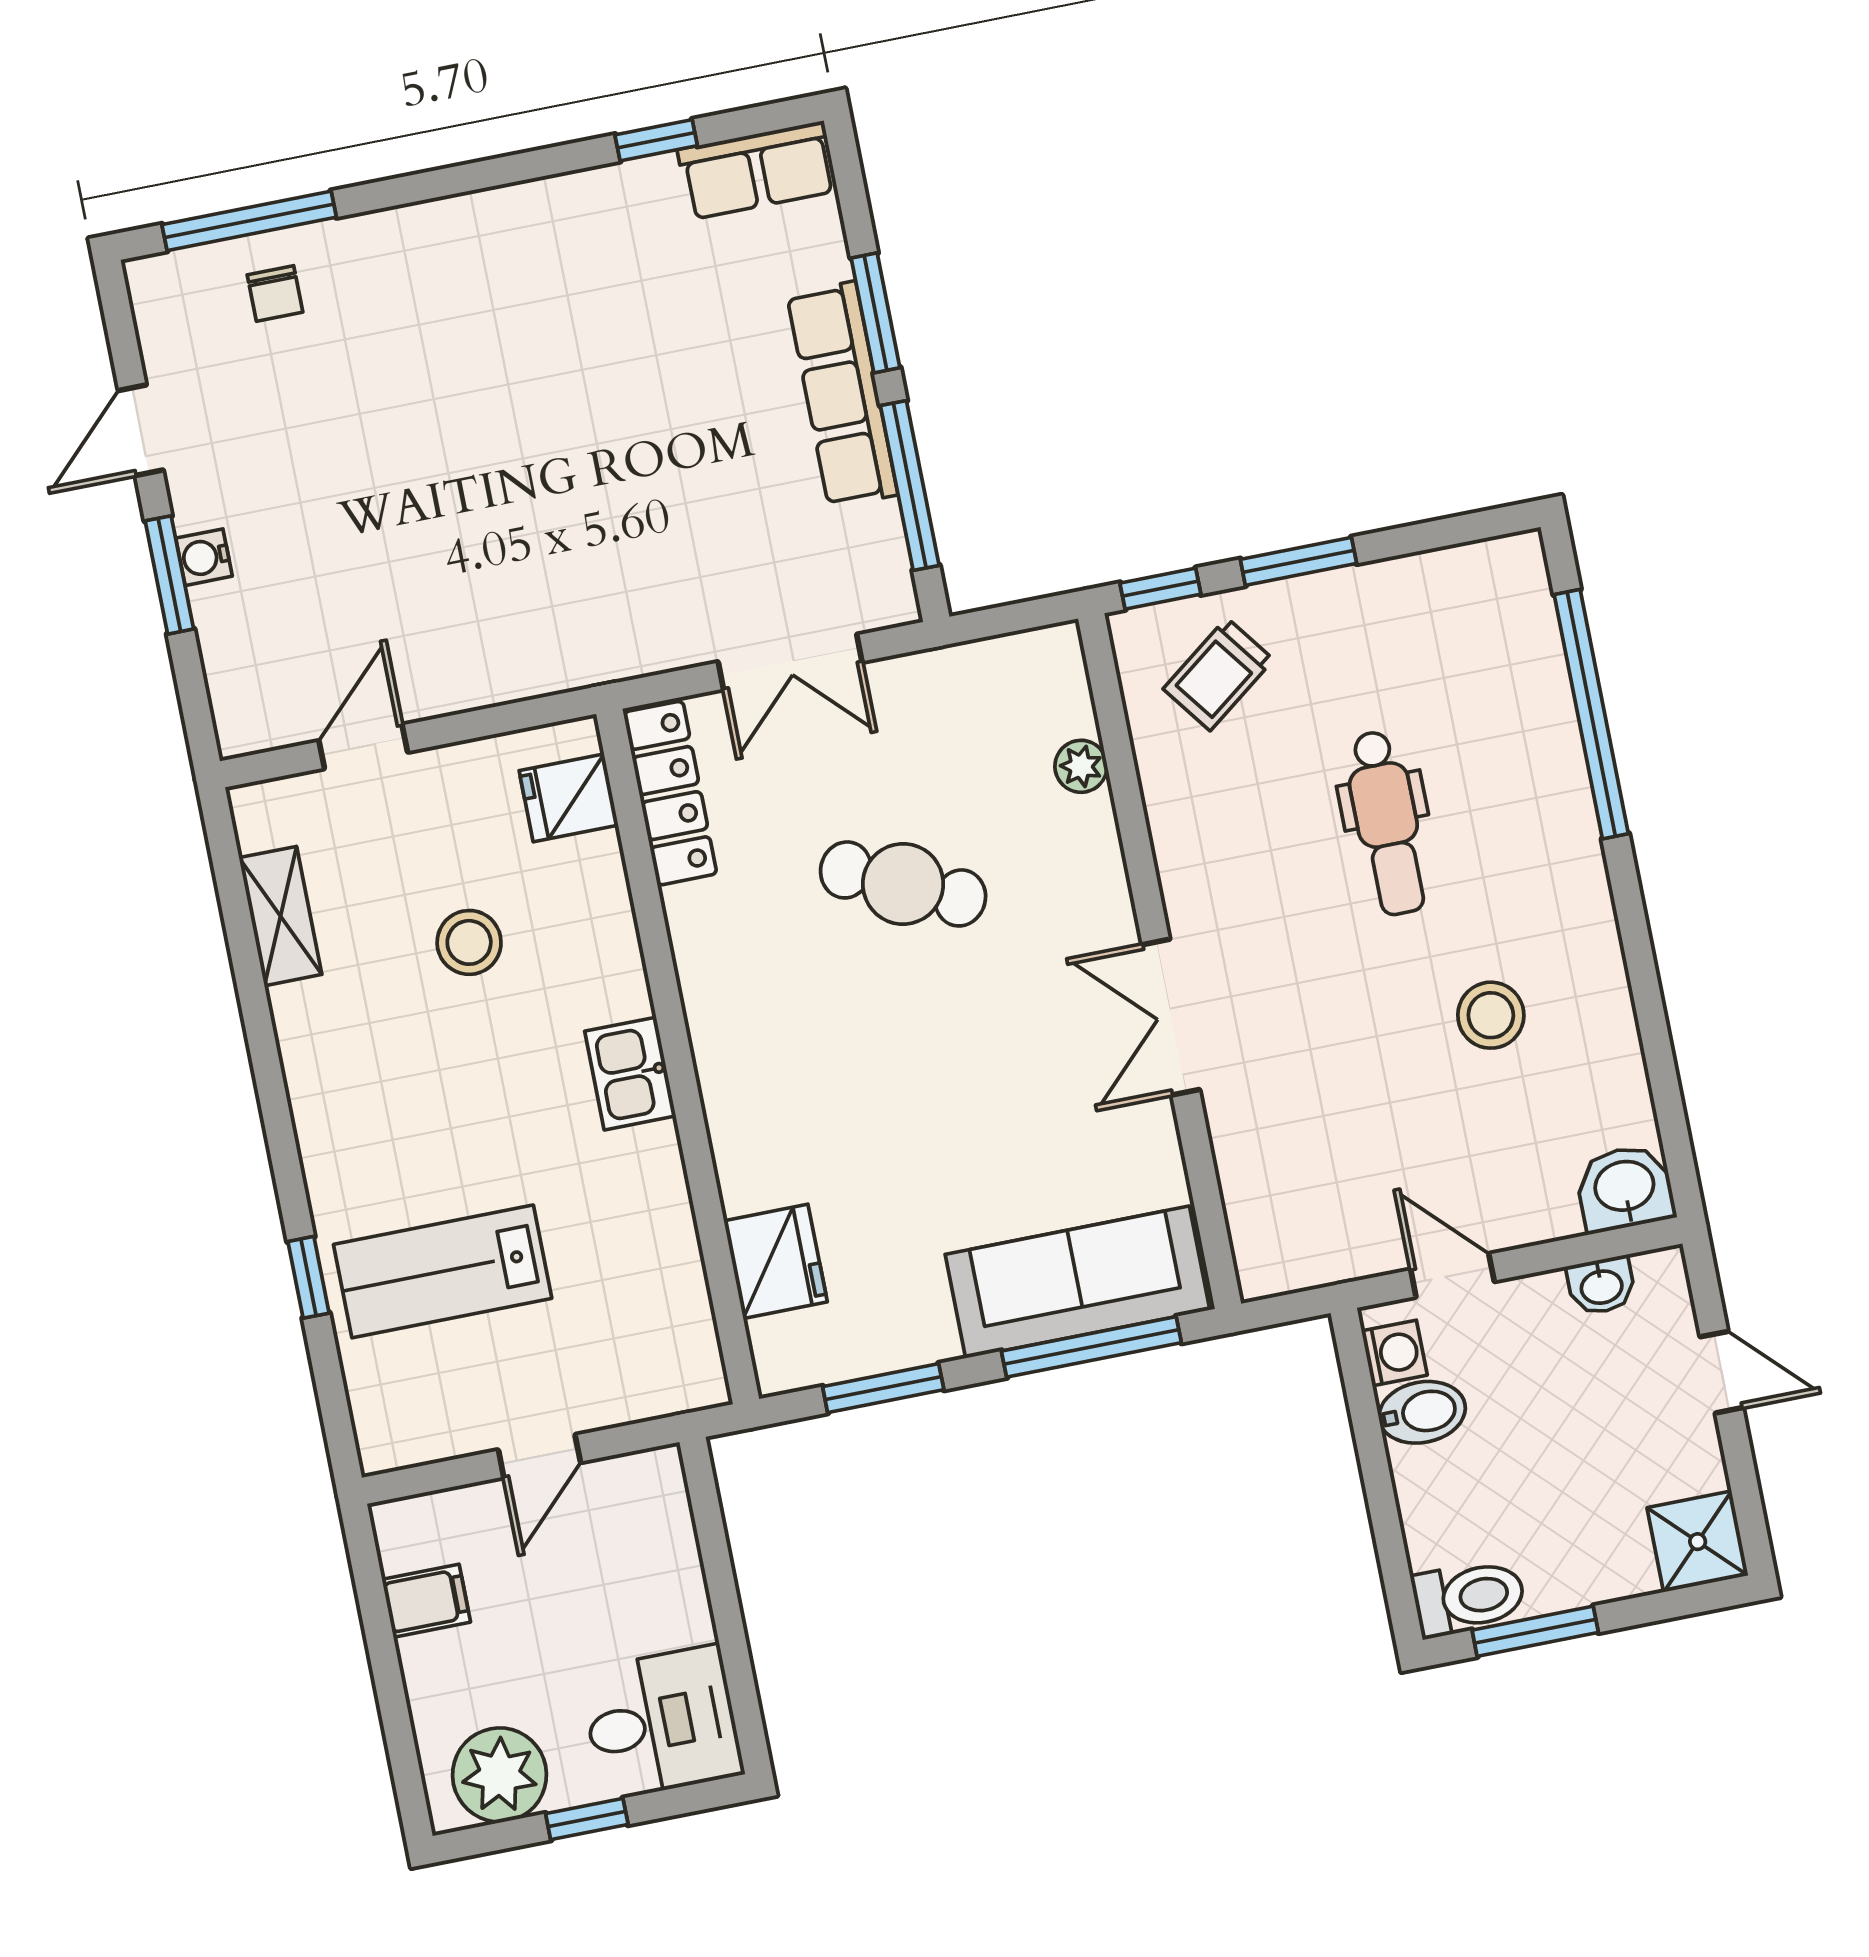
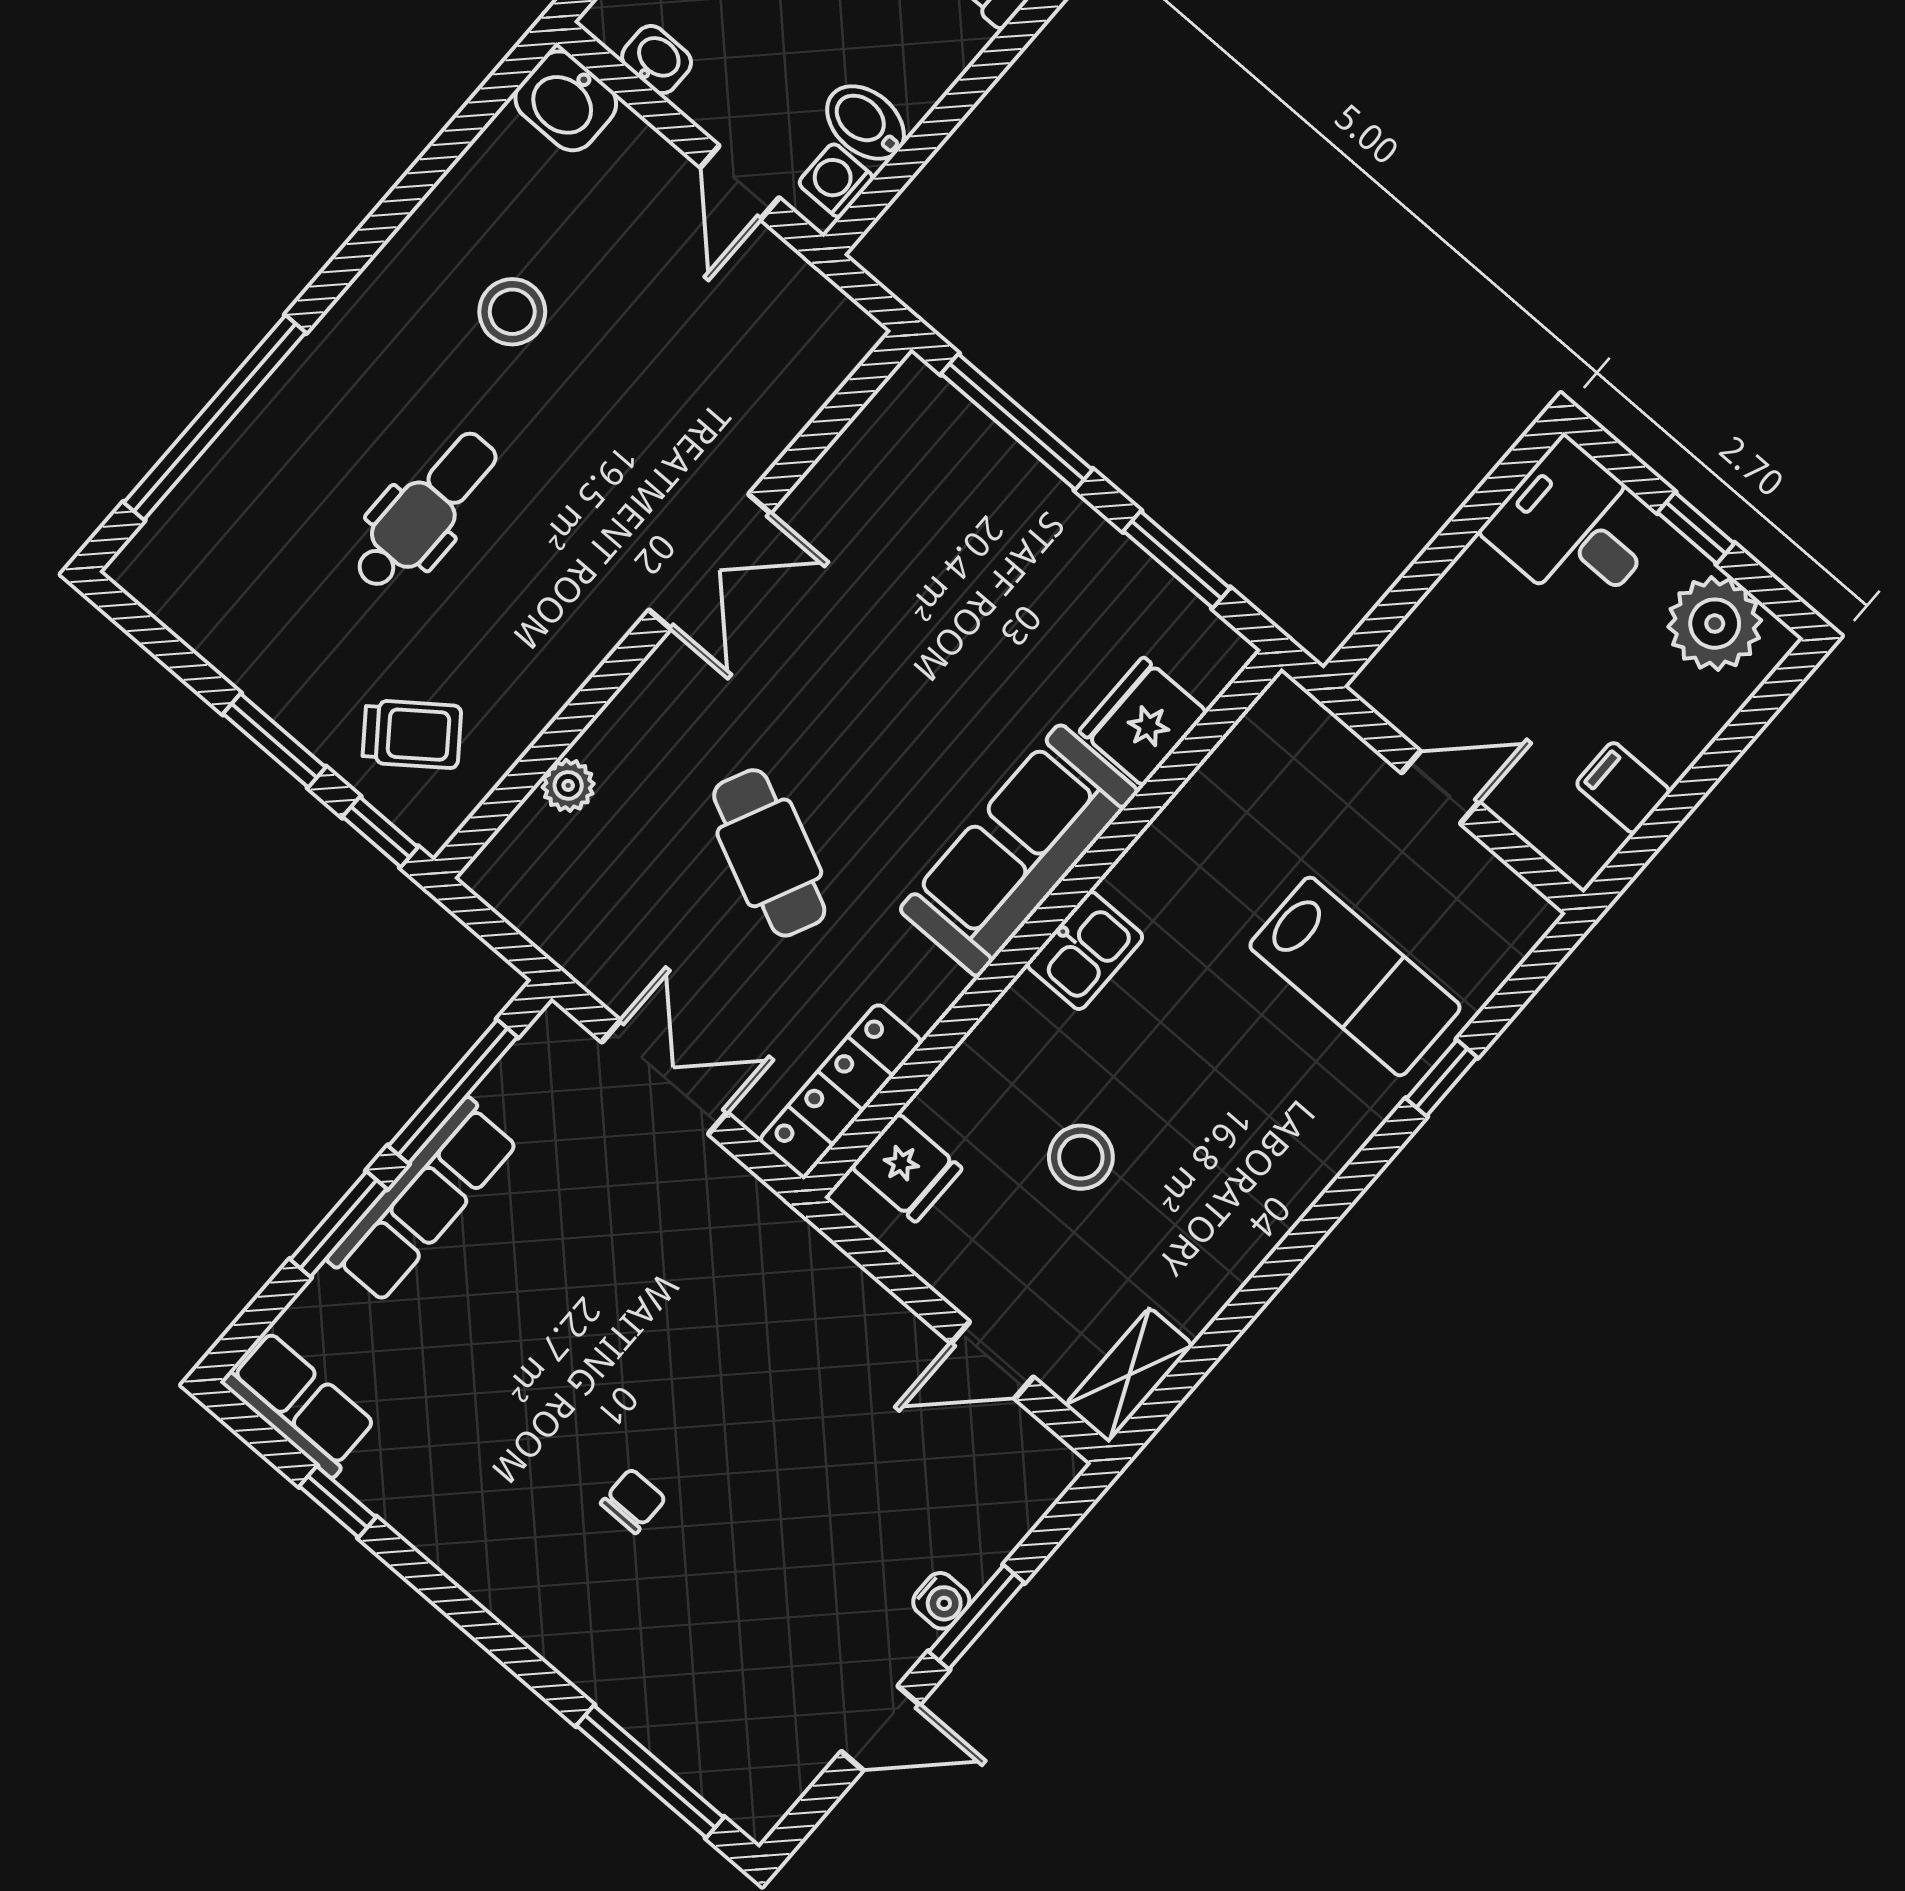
chair: (275, 293) -> (633, 1501), moved
shelving: (280, 916) -> (1129, 1375), moved
sofa: (1078, 1282) -> (1019, 851), moved, turned 90

